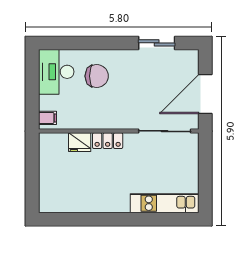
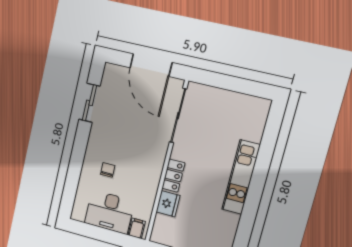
desk: (56, 72) -> (109, 212), moved
chair: (97, 76) -> (108, 170), width x0.54, depth x0.54
kitchen unit: (165, 203) -> (241, 177), moved

